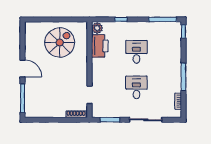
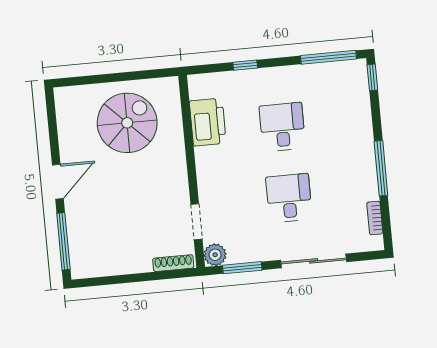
plant: (97, 28) -> (215, 255), moved
door: (23, 68) -> (58, 182), hinge flipped

